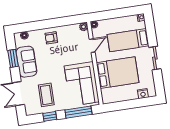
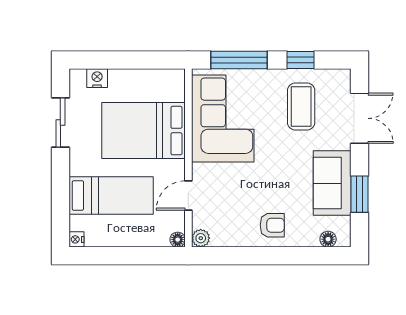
sliding door: (155, 58) -> (60, 122), moved

